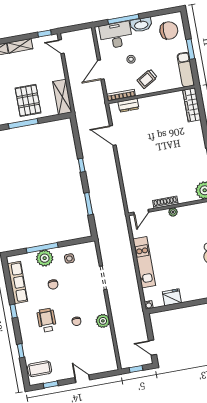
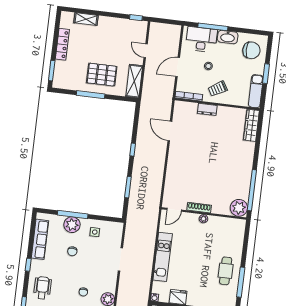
shelving: (20, 46) -> (110, 22), removed
door: (61, 47) -> (146, 51), moved
pallet: (28, 100) -> (102, 75), turned 90
dresser: (128, 105) -> (207, 109), moved
wheelchair: (47, 320) -> (42, 288), moved

